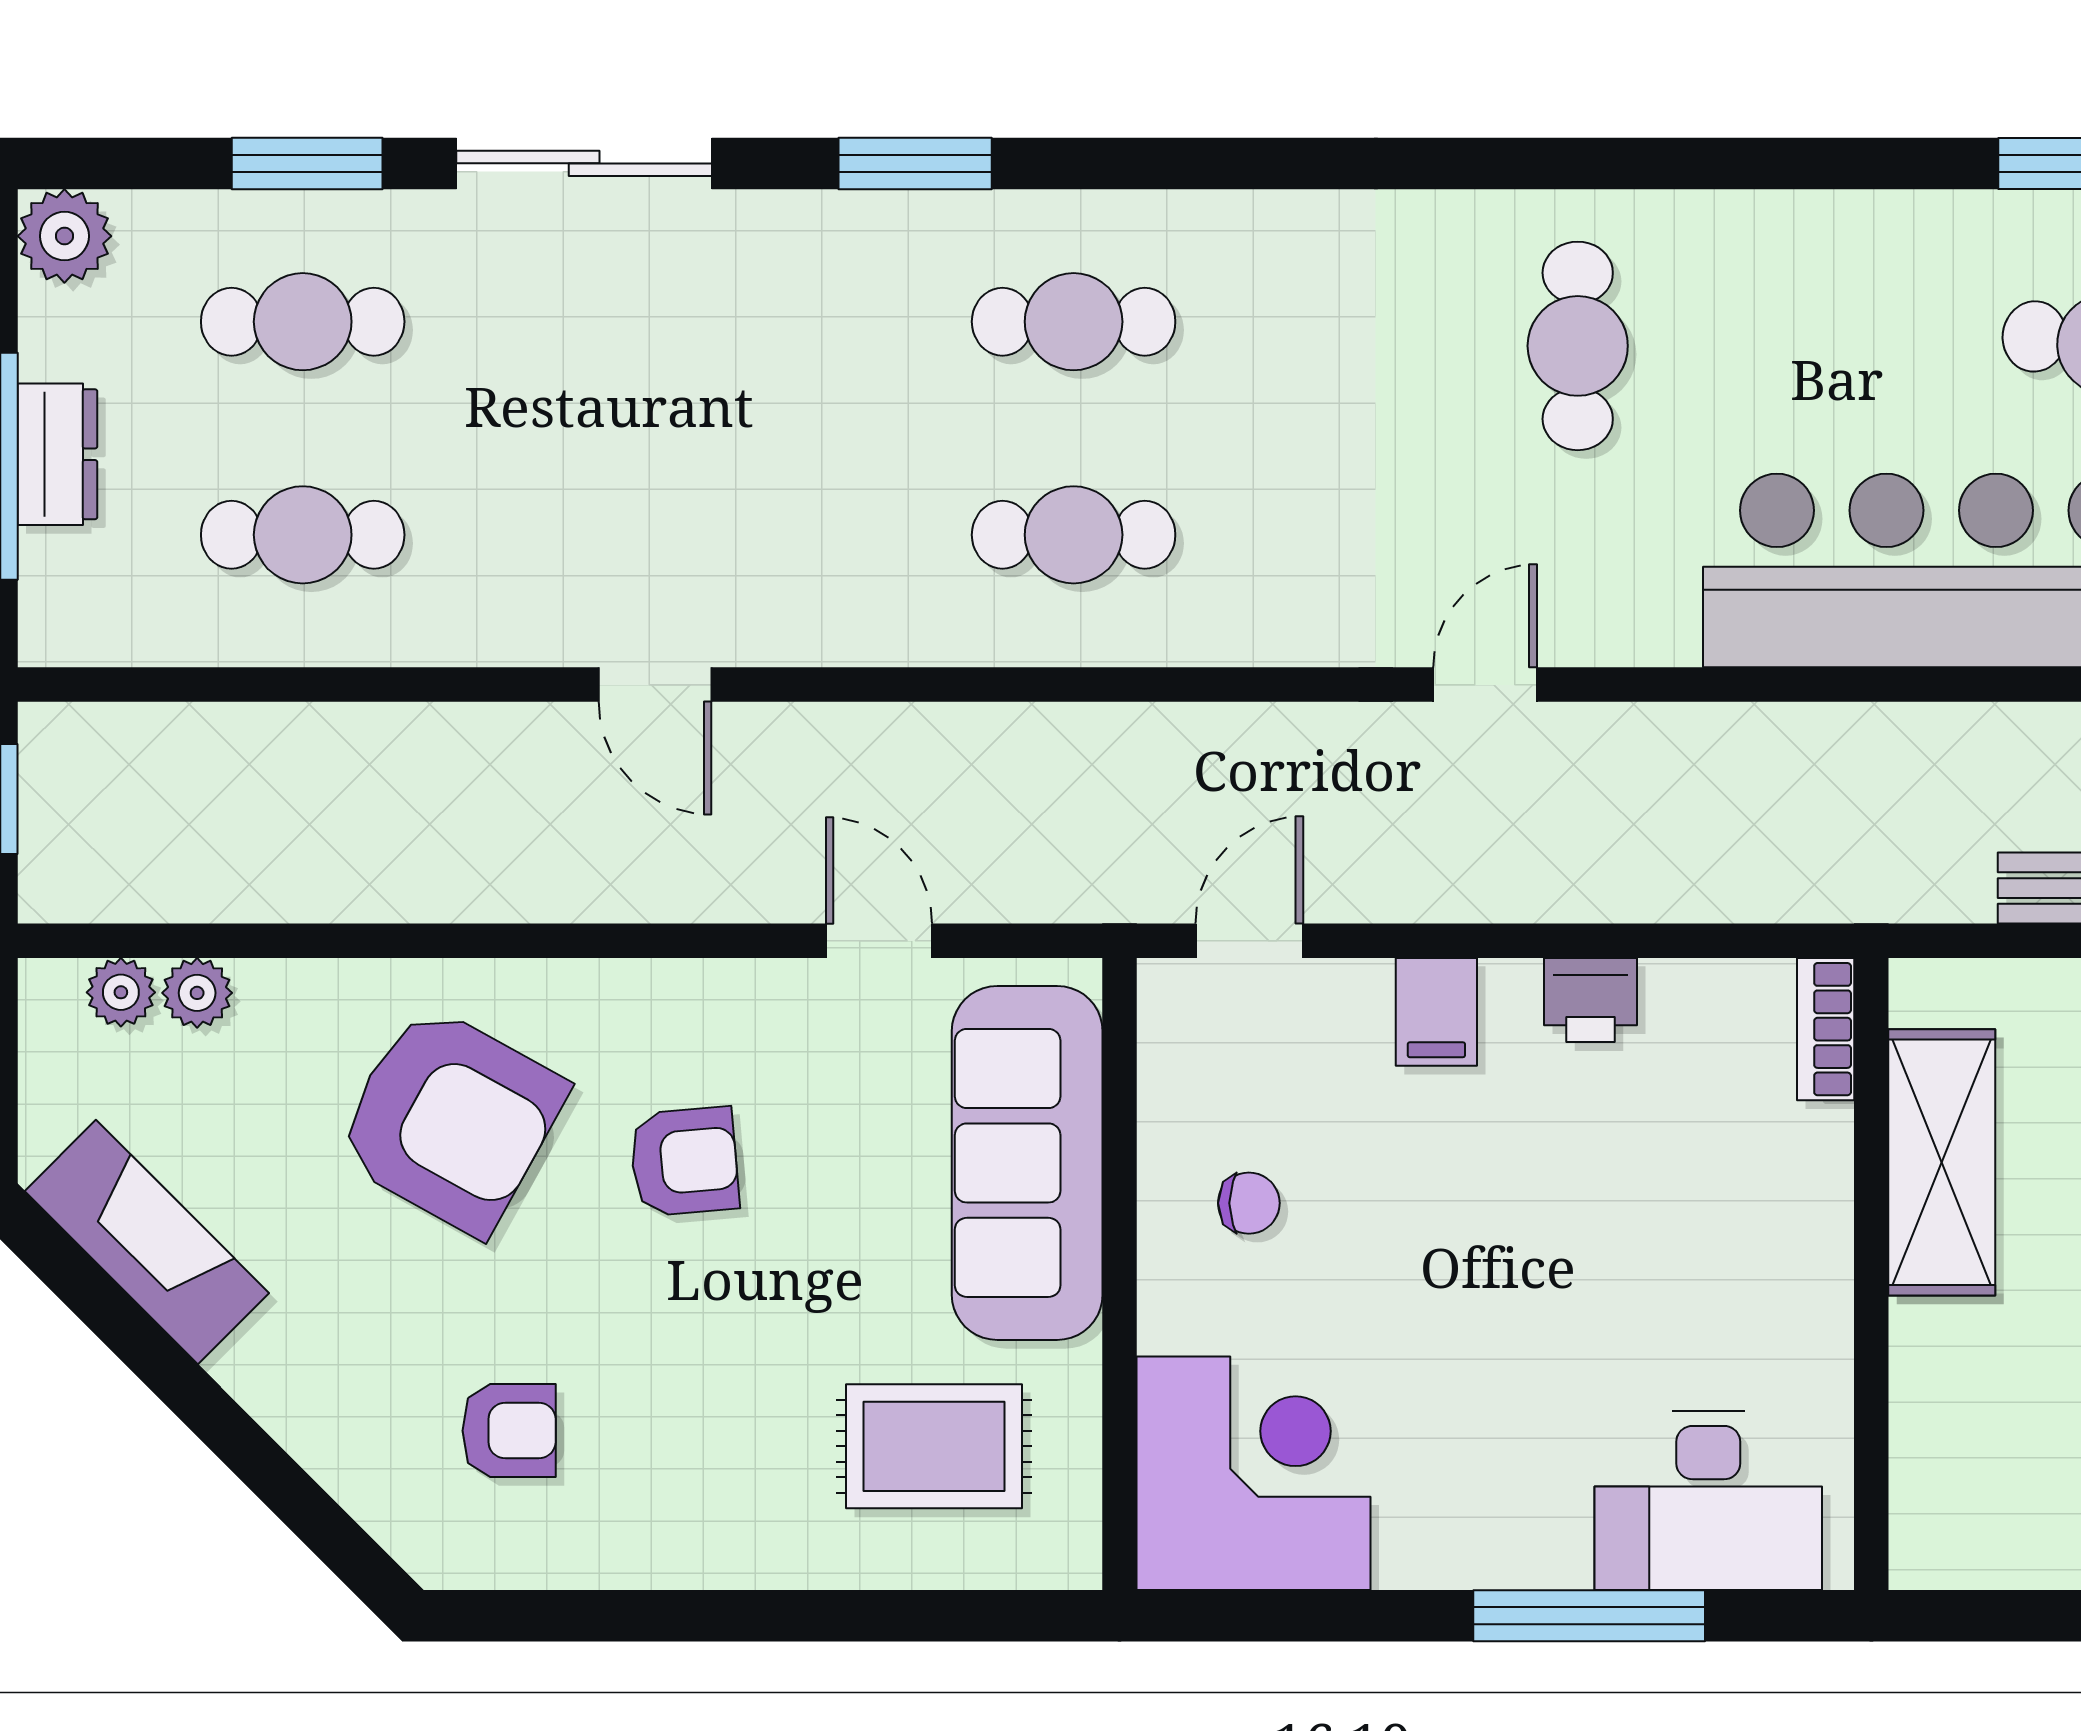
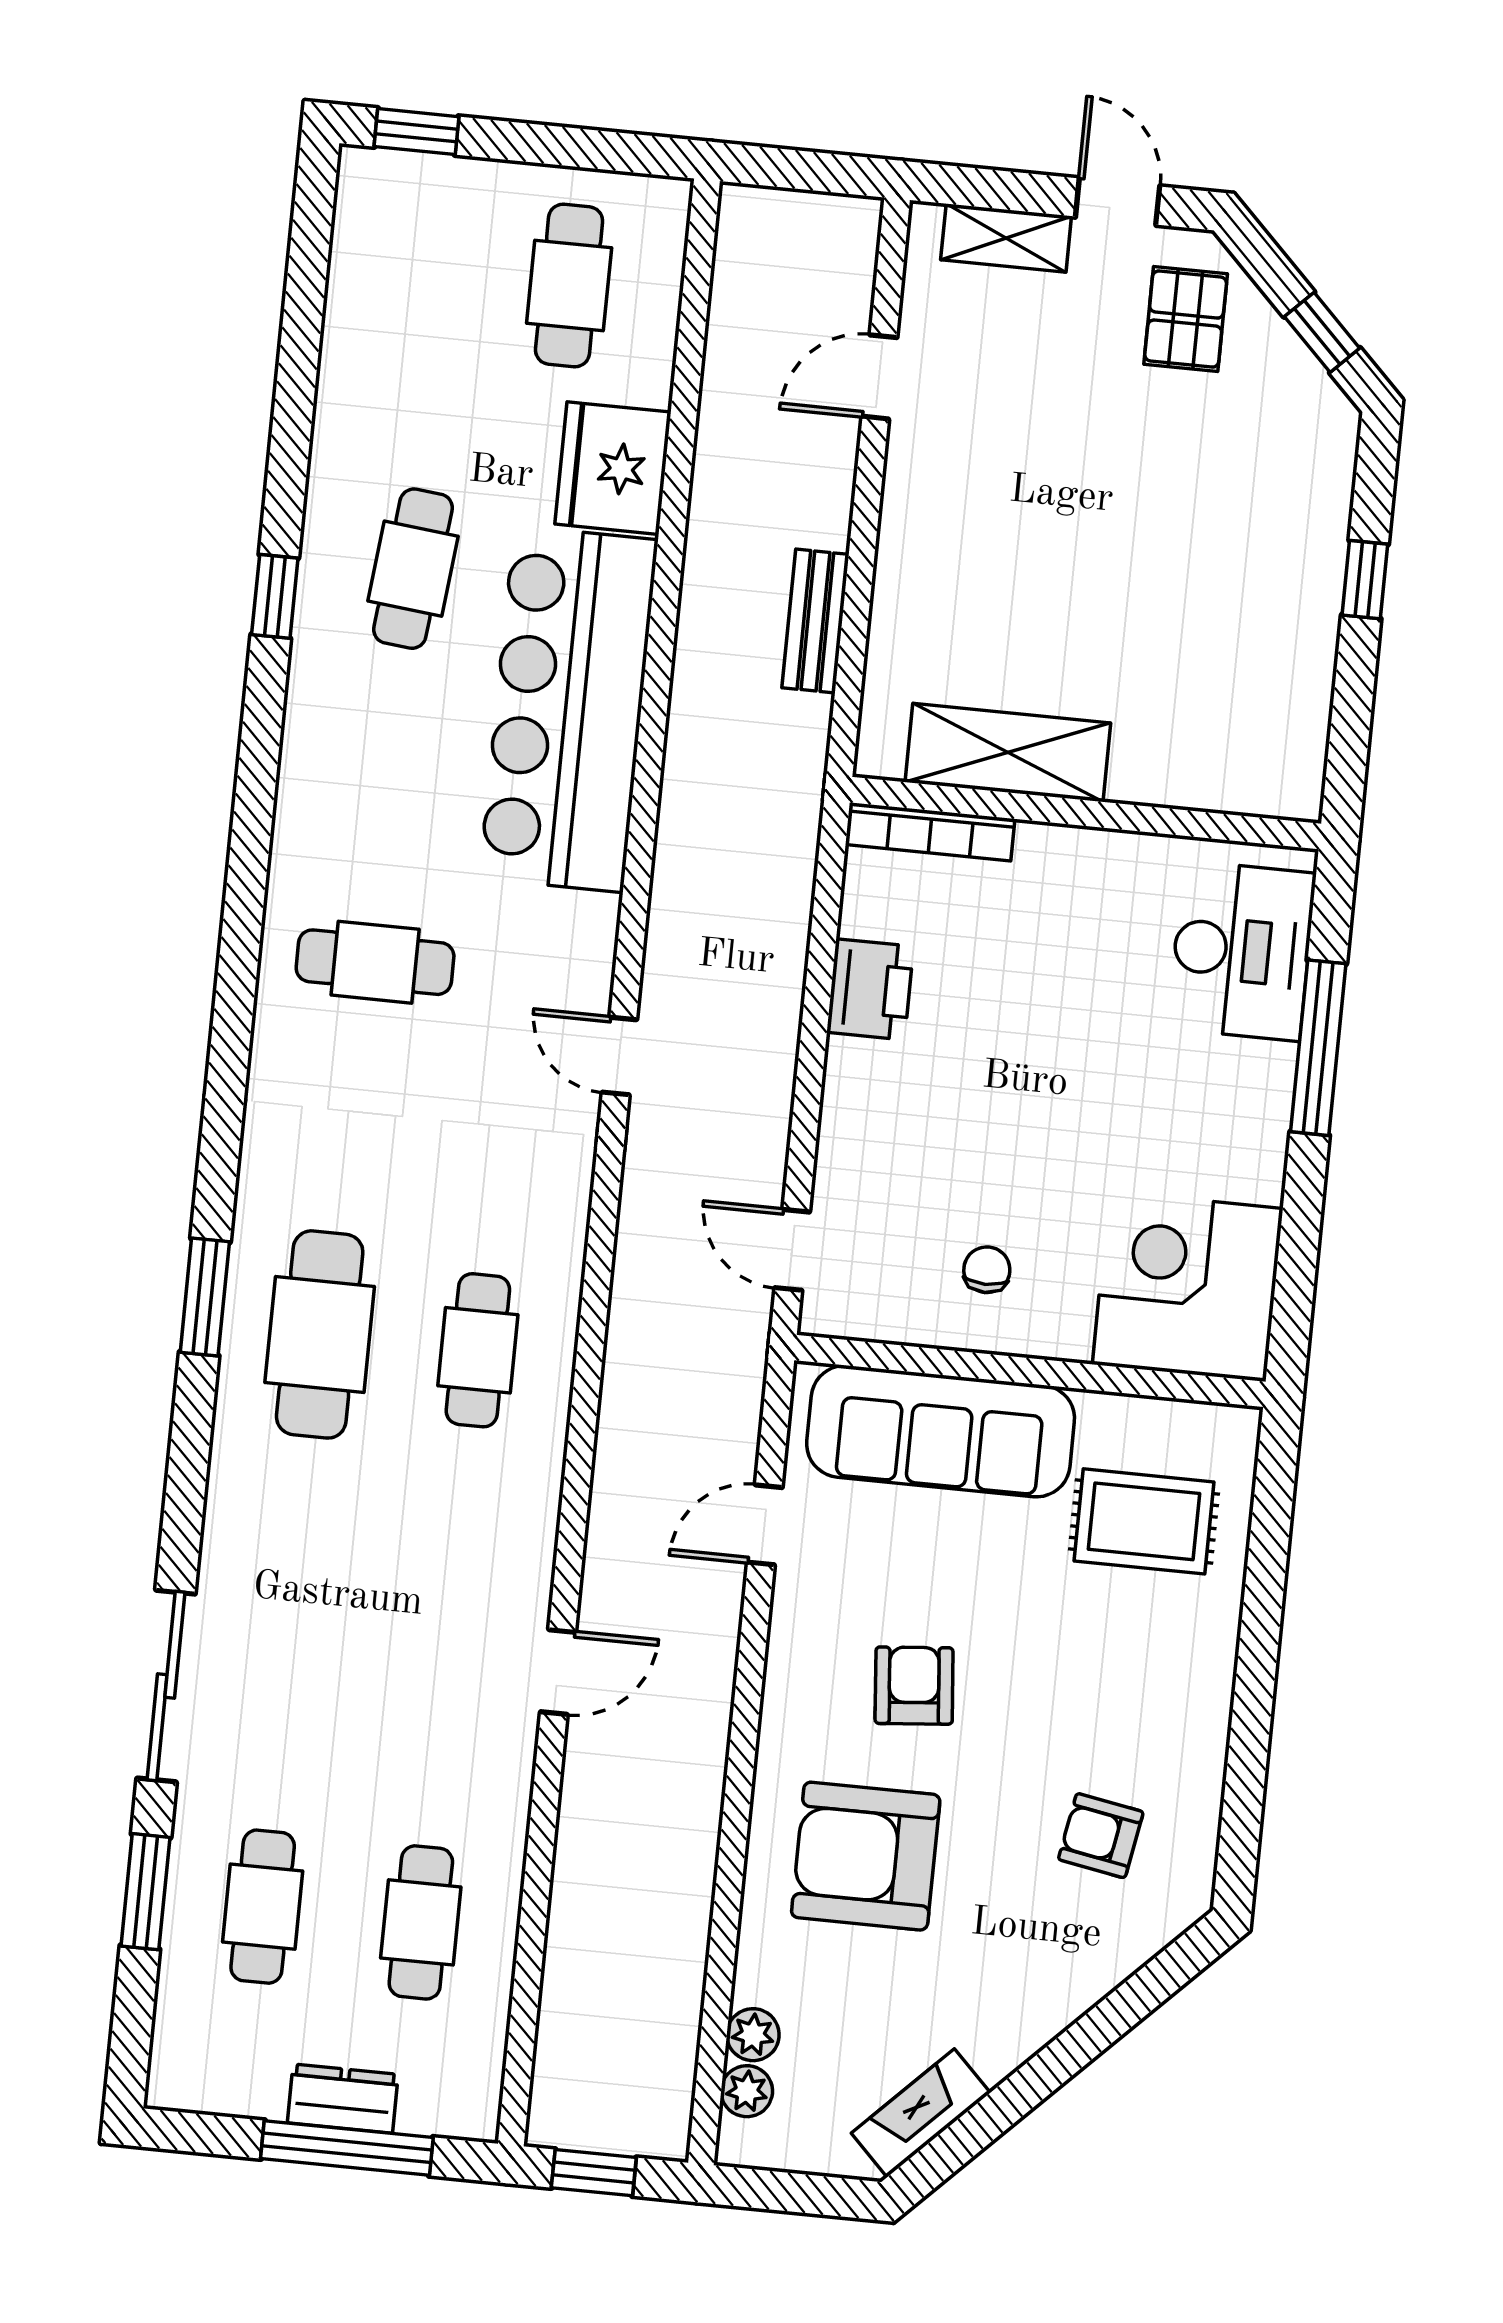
window: (915, 163) -> (205, 1297), moved
plant: (64, 236) -> (181, 2077), removed
cafe table: (1074, 322) -> (320, 1334), width x1.37, depth x1.35
printer: (1591, 1000) -> (870, 989), width x1.36, depth x1.24
filing cabinet: (1436, 1012) -> (859, 1116), removed
bookcase: (1826, 1029) -> (930, 832), width x1.56
armchair: (450, 1120) -> (866, 1856), turned -119
fireplace: (147, 1242) -> (921, 2113), width x0.73, depth x0.76
armchair: (509, 1431) -> (1101, 1836), turned -80
rug: (934, 1446) -> (1144, 1521), turned 90

